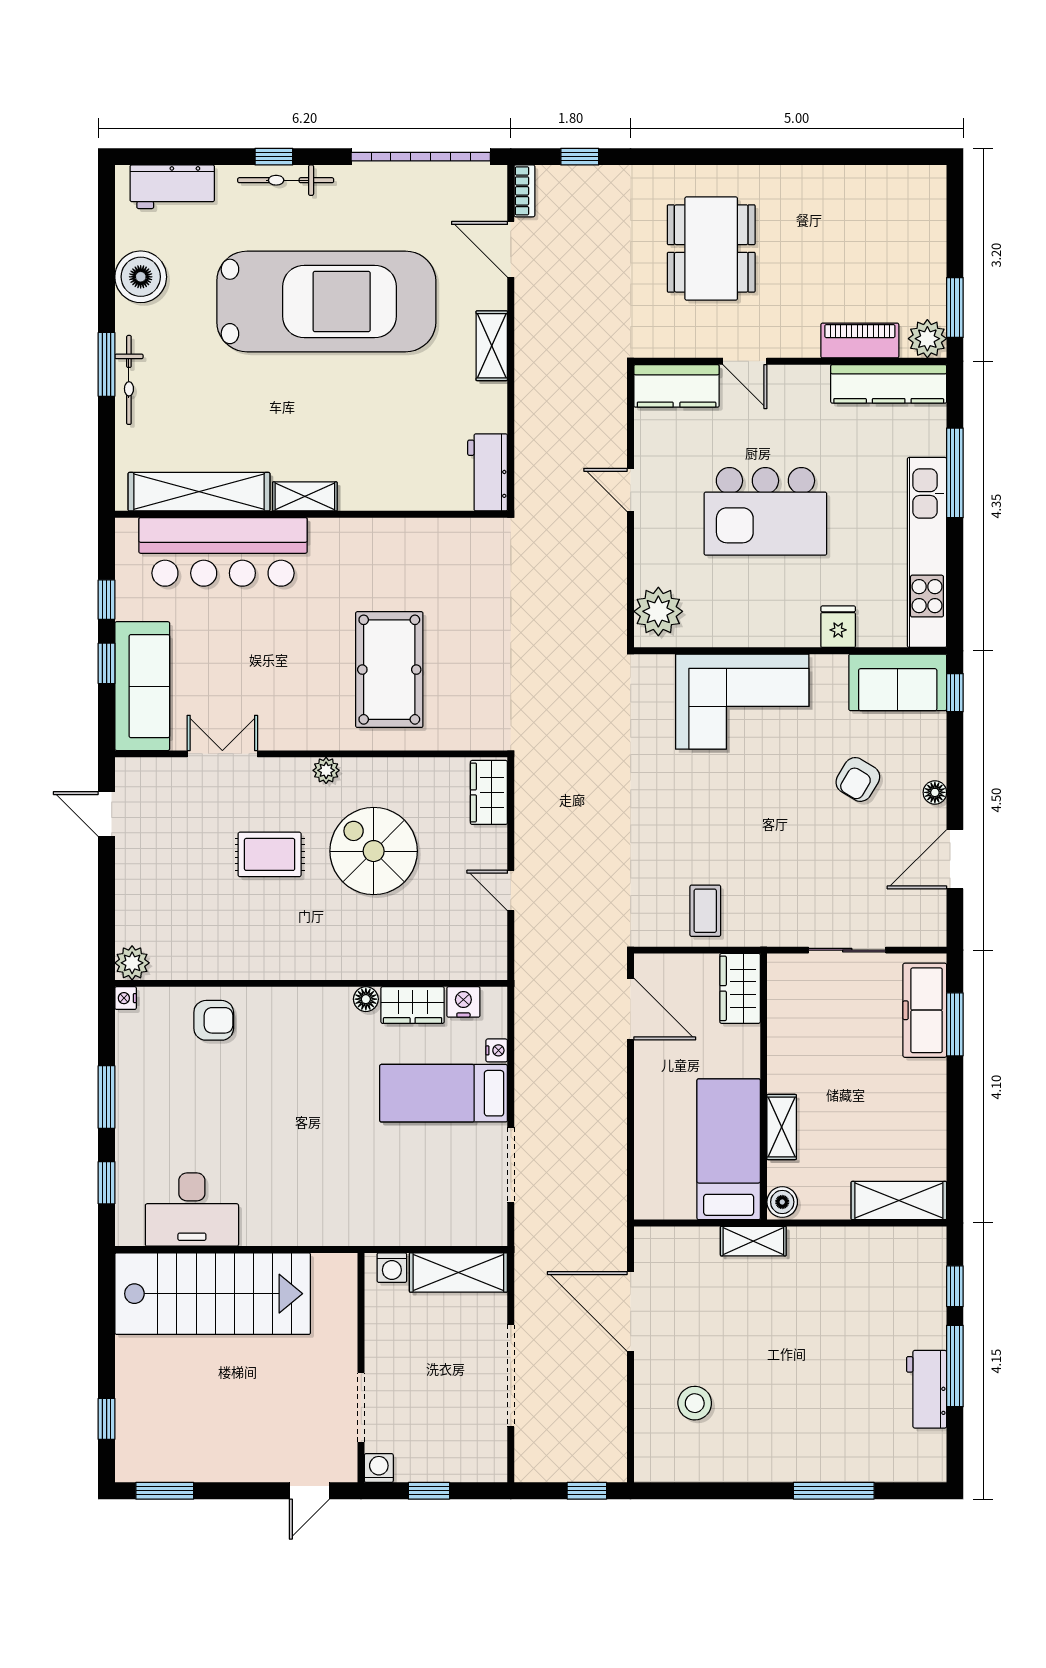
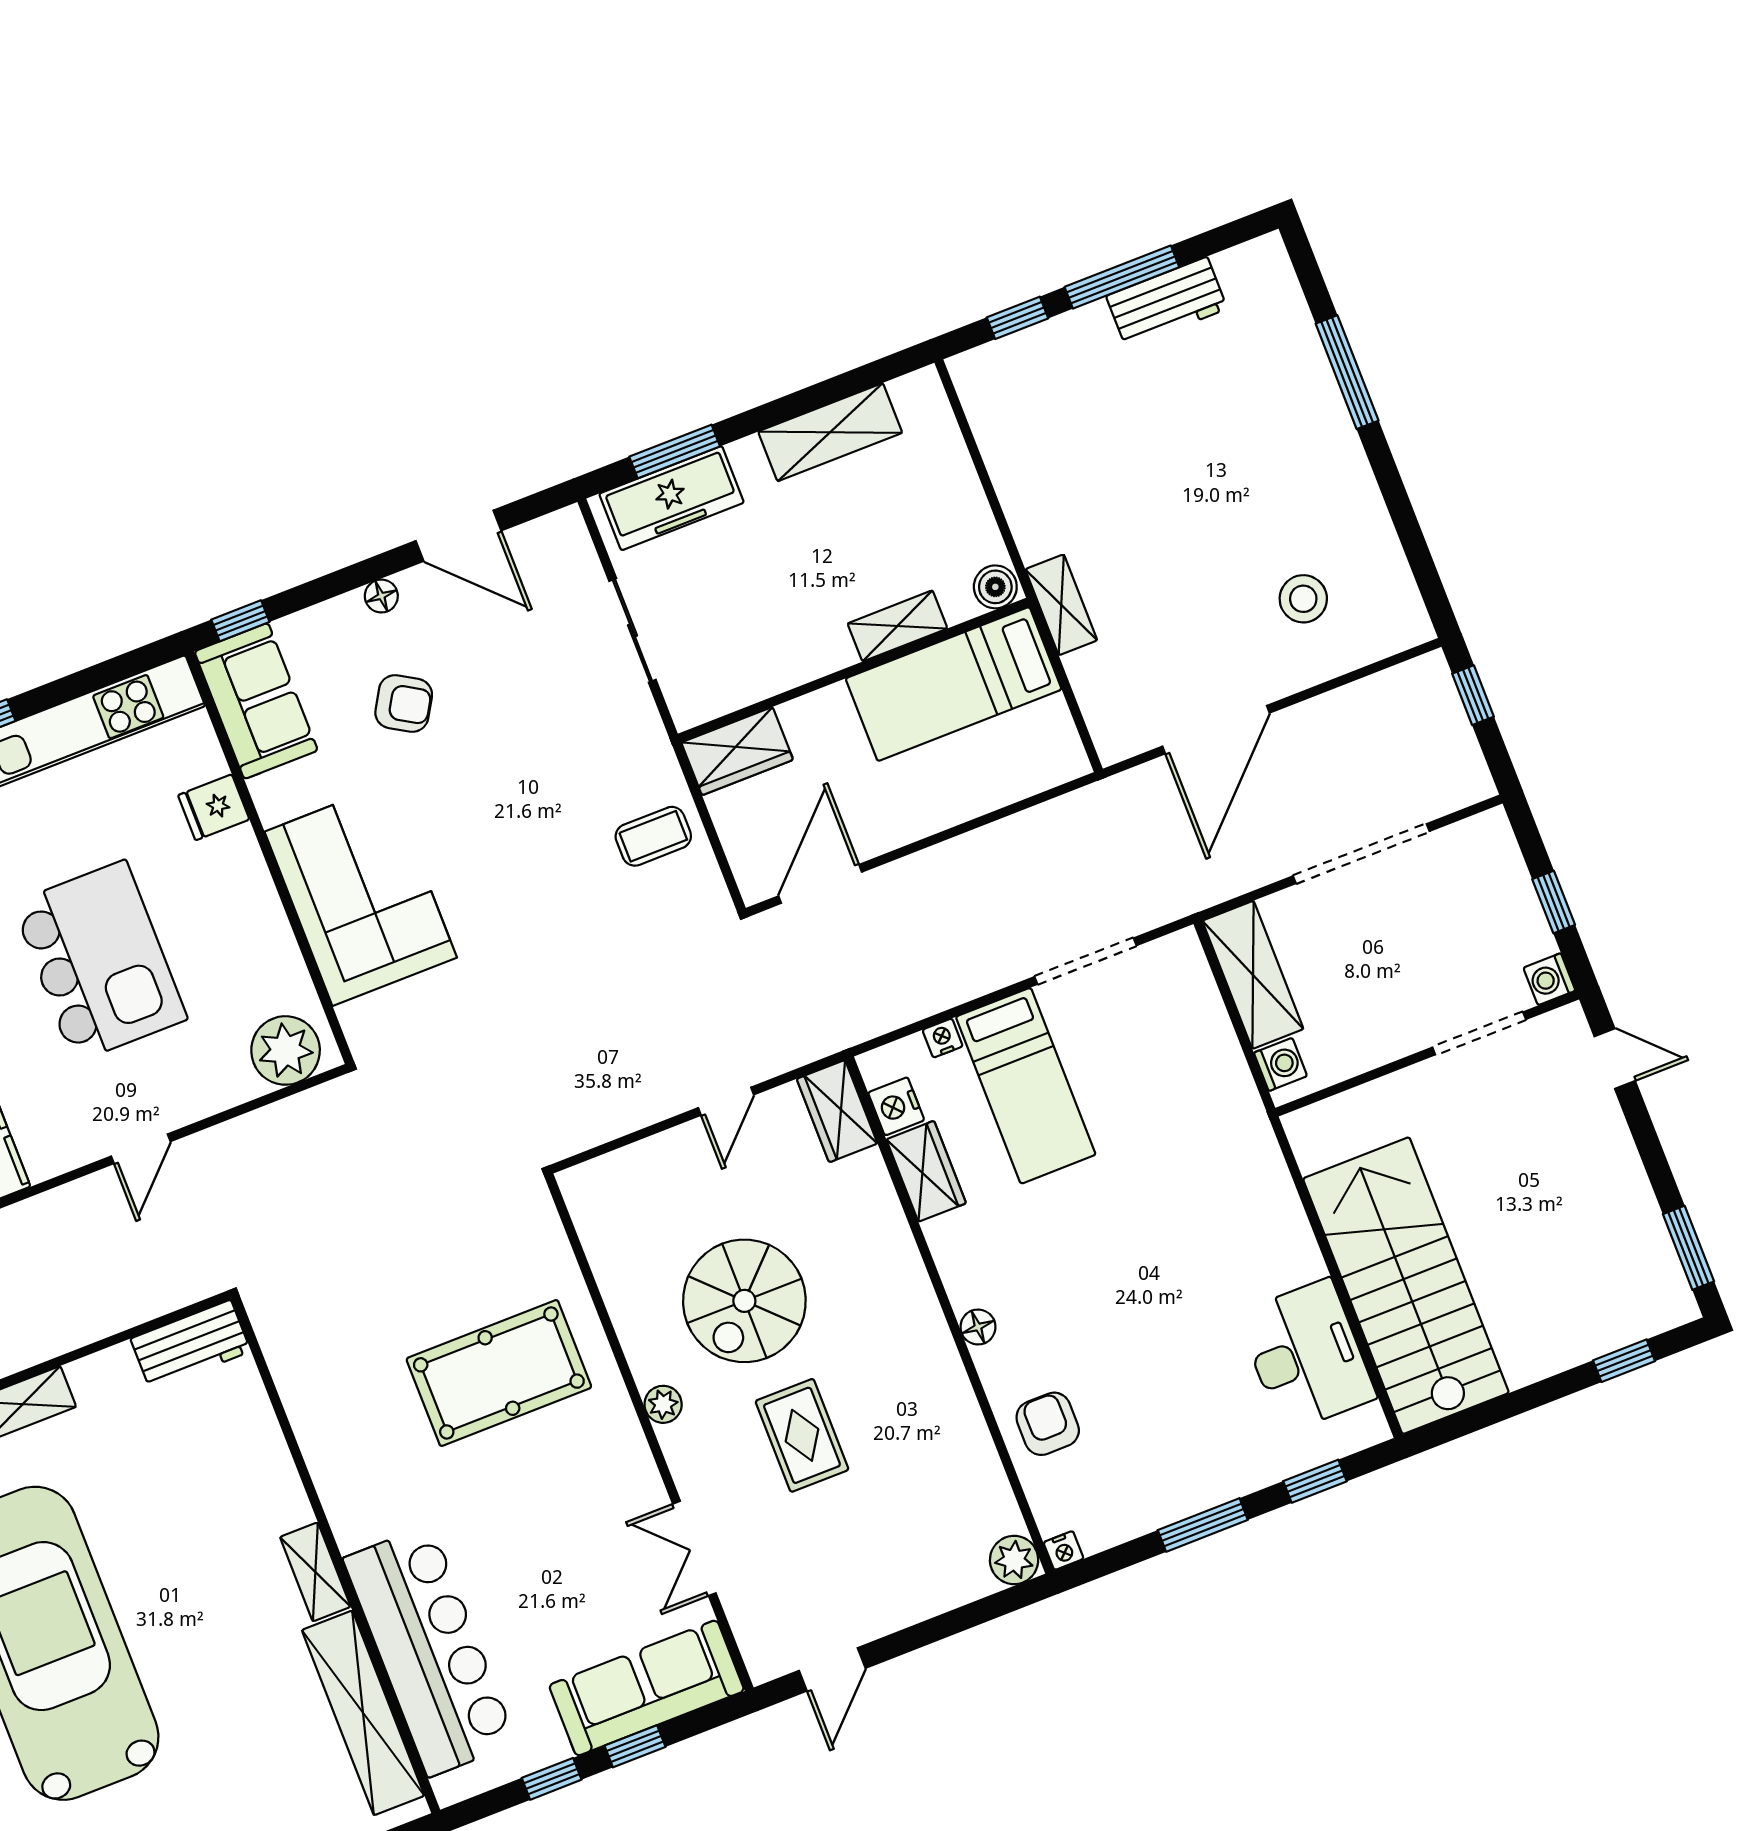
wardrobe: (489, 792) -> (837, 1111), moved, turned 90
floor lamp: (366, 999) -> (978, 1327), moved
shelving: (899, 1201) -> (830, 432), moved, turned 90

